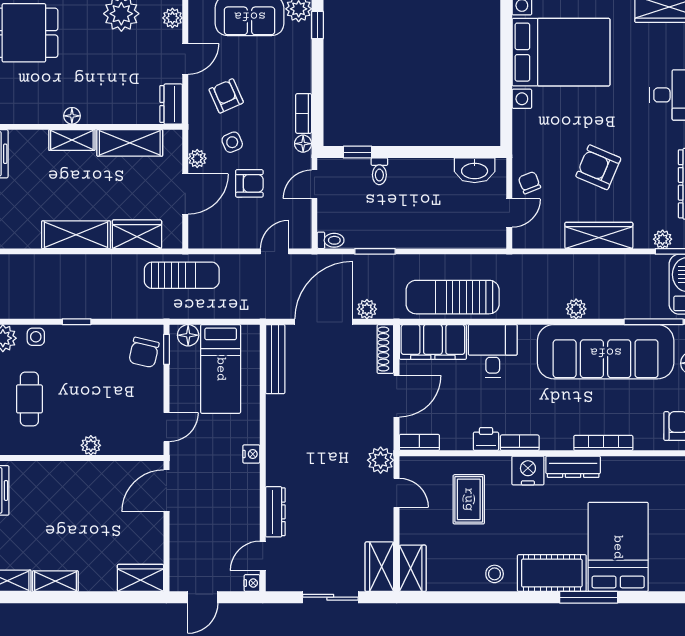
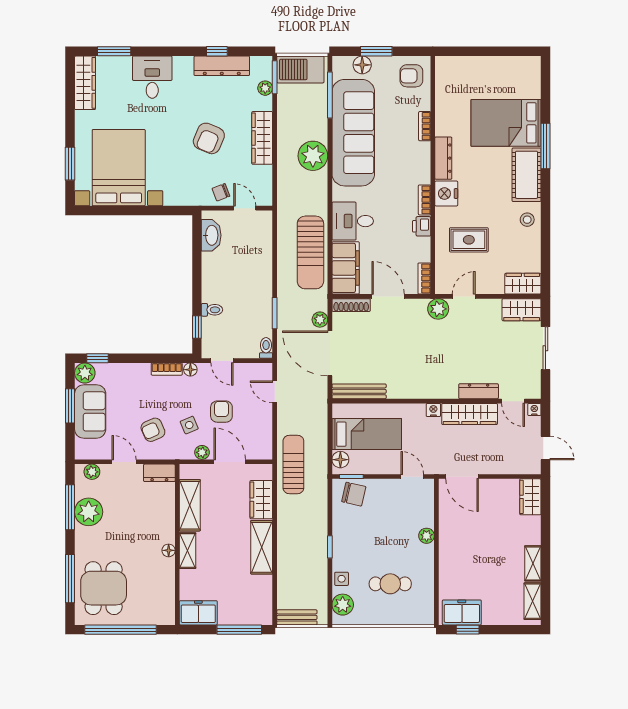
plant: (576, 309) -> (313, 156), width x1.87, depth x1.87
bookcase: (603, 443) -> (425, 126), width x0.64
wardrobe: (246, 500) -> (470, 414), added

